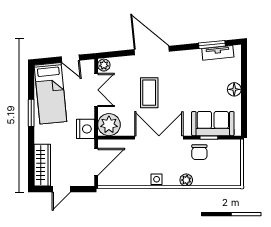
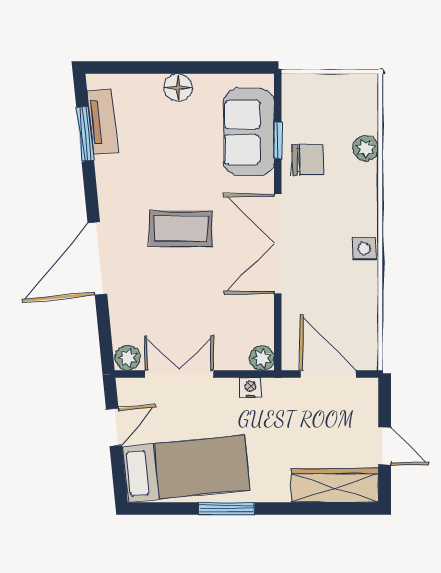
coffee table: (149, 93) -> (181, 229), moved
plant: (109, 125) -> (262, 358), width x0.53, depth x0.53
nightstand: (85, 129) -> (250, 388), width x0.53, depth x0.56
plant: (186, 180) -> (366, 148), moved

